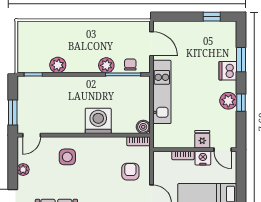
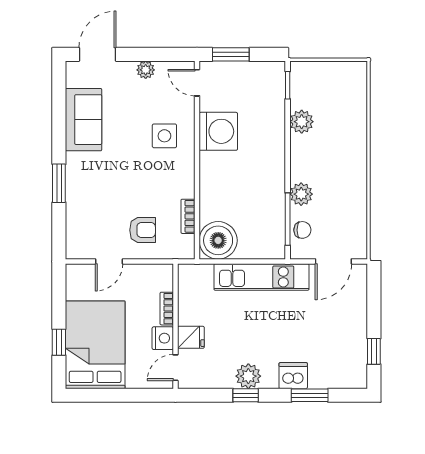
washing machine: (98, 121) -> (218, 131), moved
boiler: (143, 127) -> (218, 240), width x1.86, depth x1.86
bookcase: (138, 141) -> (188, 216), moved

